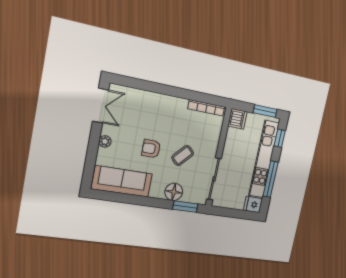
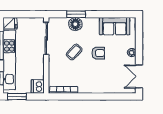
sofa: (122, 181) -> (115, 26), width x0.73
window: (185, 207) -> (76, 14), moved

